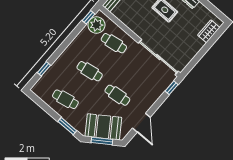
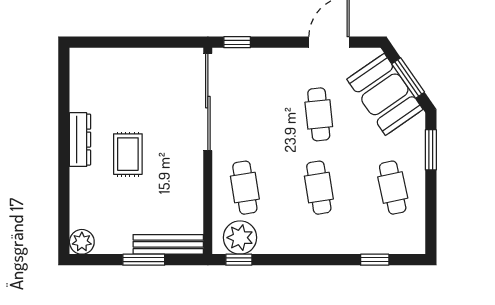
wardrobe: (209, 31) -> (103, 60), removed

